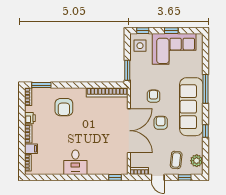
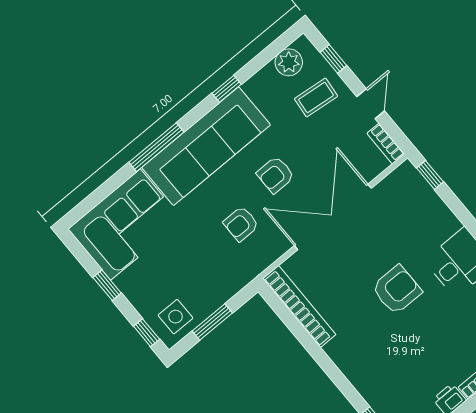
corner sofa: (174, 49) -> (125, 225), moved, turned 90
window: (127, 70) -> (212, 322), moved
armchair: (64, 107) -> (397, 290), moved

